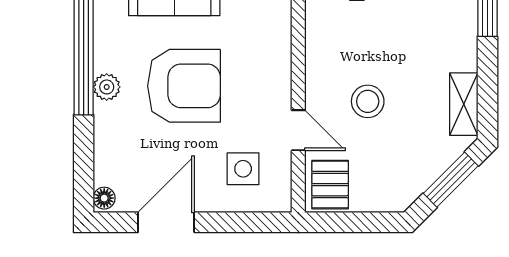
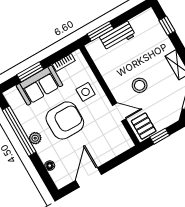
side table: (243, 169) -> (86, 92), moved
floor lamp: (104, 198) -> (50, 166), moved
window: (350, 222) -> (160, 136), added

